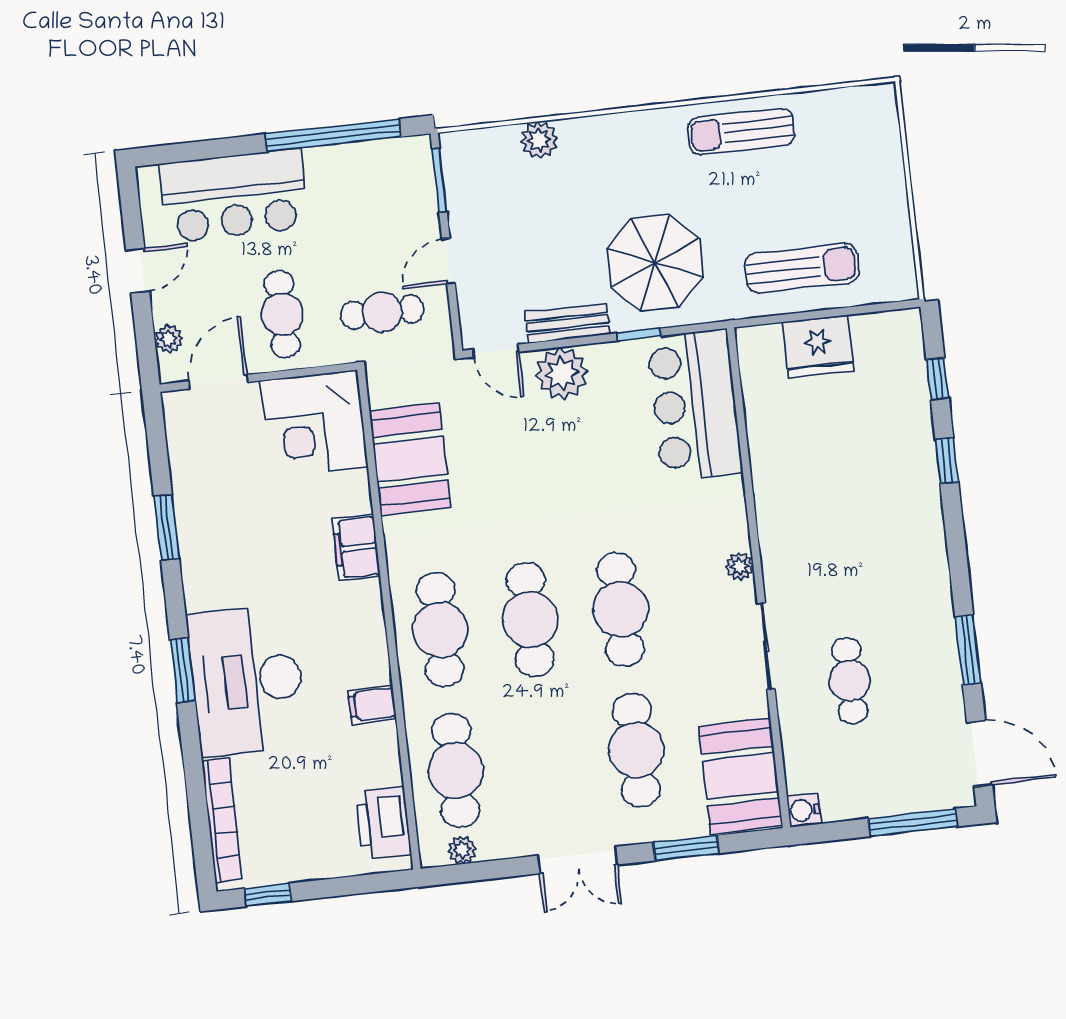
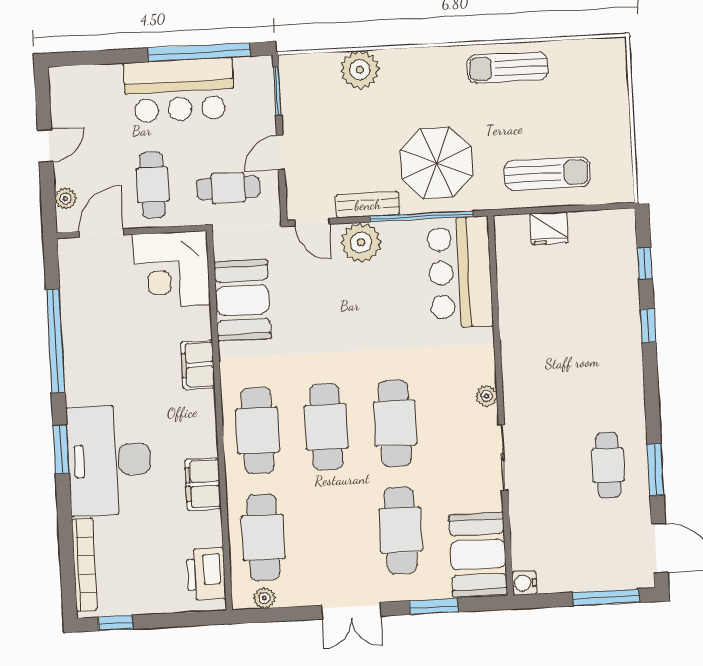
plant: (539, 140) -> (360, 70), width x1.36, depth x1.36
bar counter: (234, 196) -> (179, 90), moved
window: (639, 334) -> (421, 216), width x3.17
fridge: (818, 346) -> (549, 228), width x0.73, depth x0.75
window: (166, 527) -> (55, 341), width x2.11
cafe table: (849, 681) -> (608, 465), moved
filing cabinet: (372, 704) -> (203, 484), width x2.00

